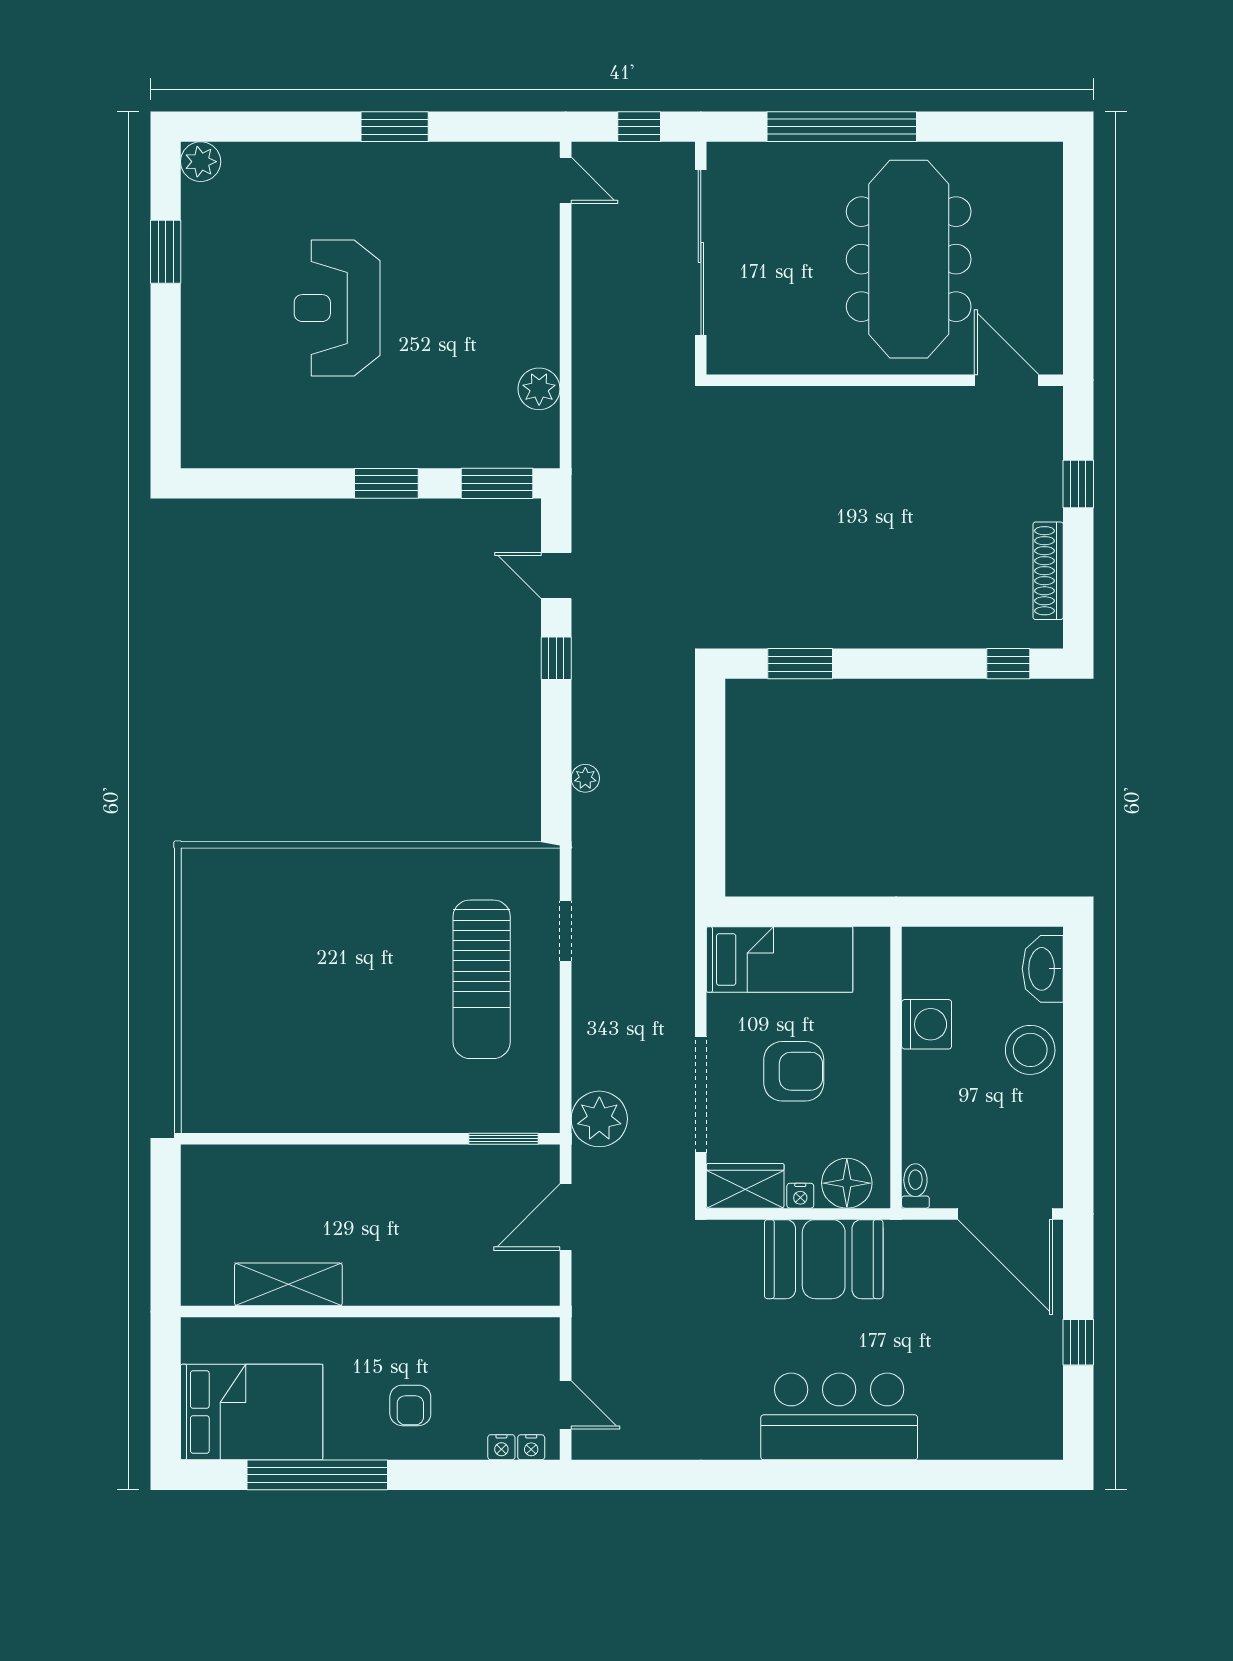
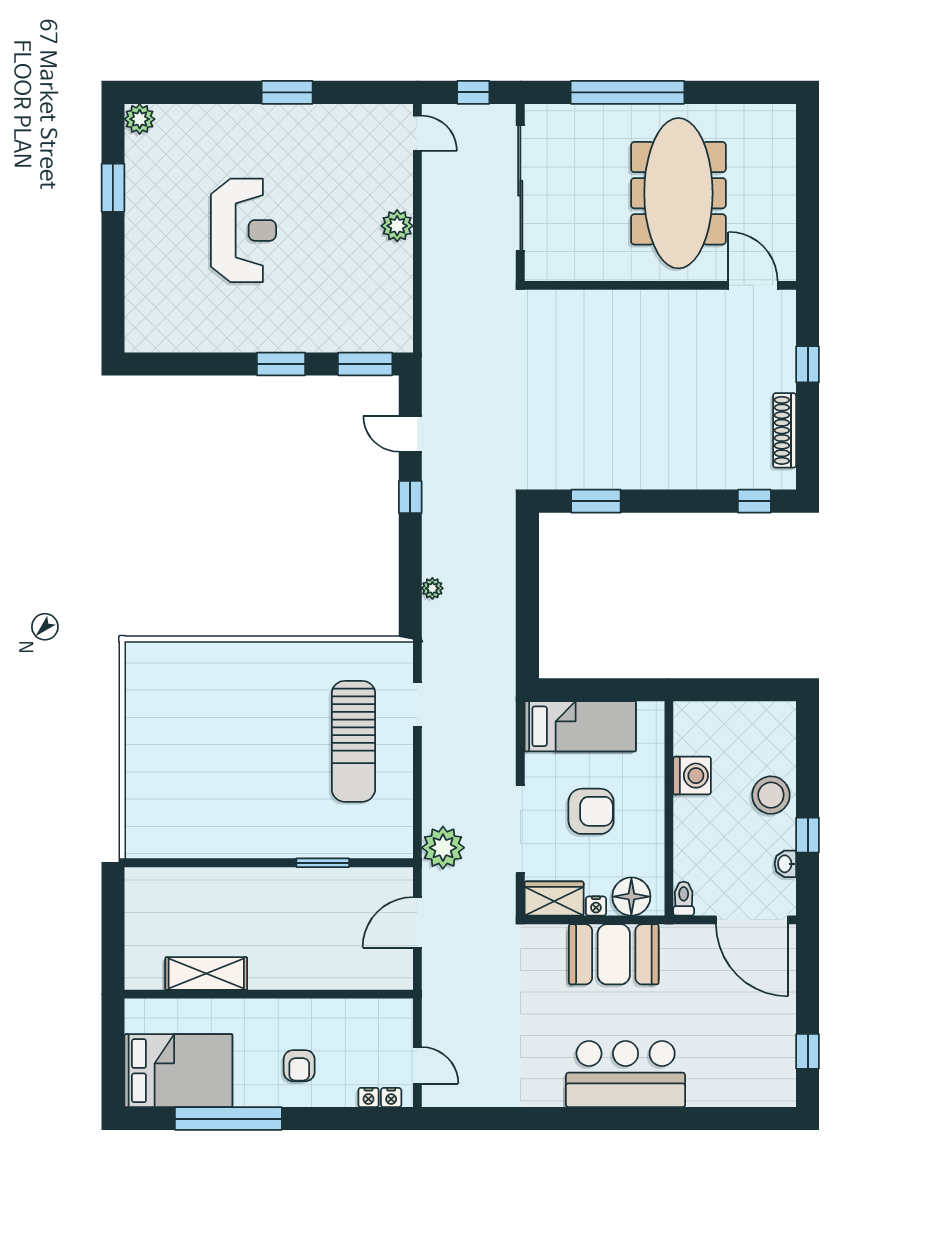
reception desk: (337, 308) -> (243, 230), turned 180
plant: (539, 389) -> (397, 226), moved
washbasin: (1043, 969) -> (785, 864), moved, width x0.52, depth x0.69
window: (1078, 1102) -> (808, 835), added
window: (504, 1139) -> (323, 863), moved
window: (1078, 1342) -> (808, 1051), moved

